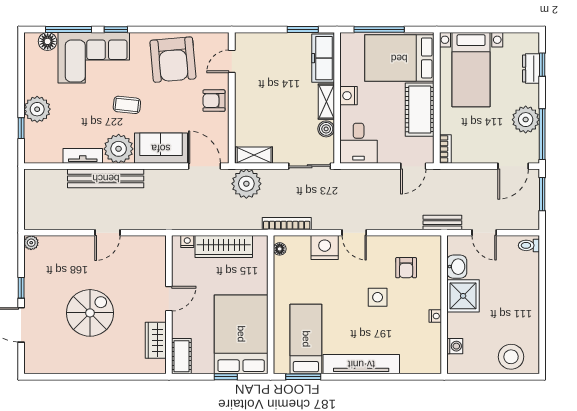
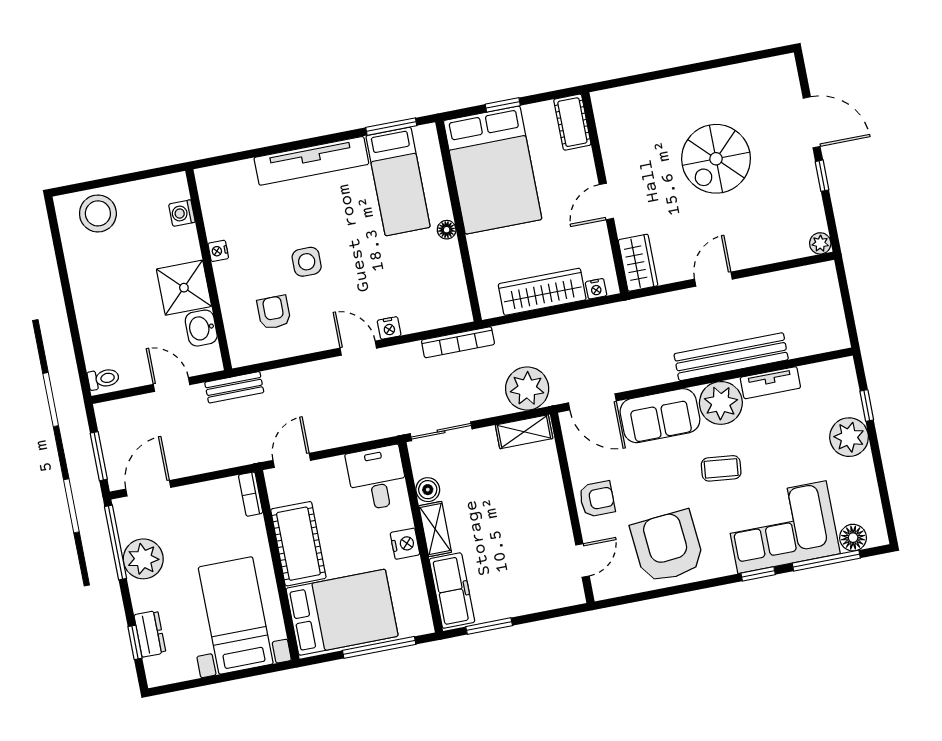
nightstand: (325, 247) -> (389, 328), width x0.53, depth x0.56
floor lamp: (280, 249) -> (447, 230), moved
wardrobe: (156, 340) -> (638, 263), moved

